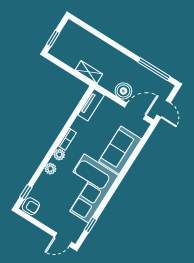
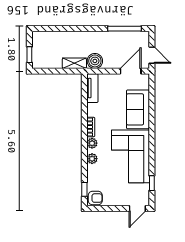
boiler: (123, 91) -> (95, 61), moved

